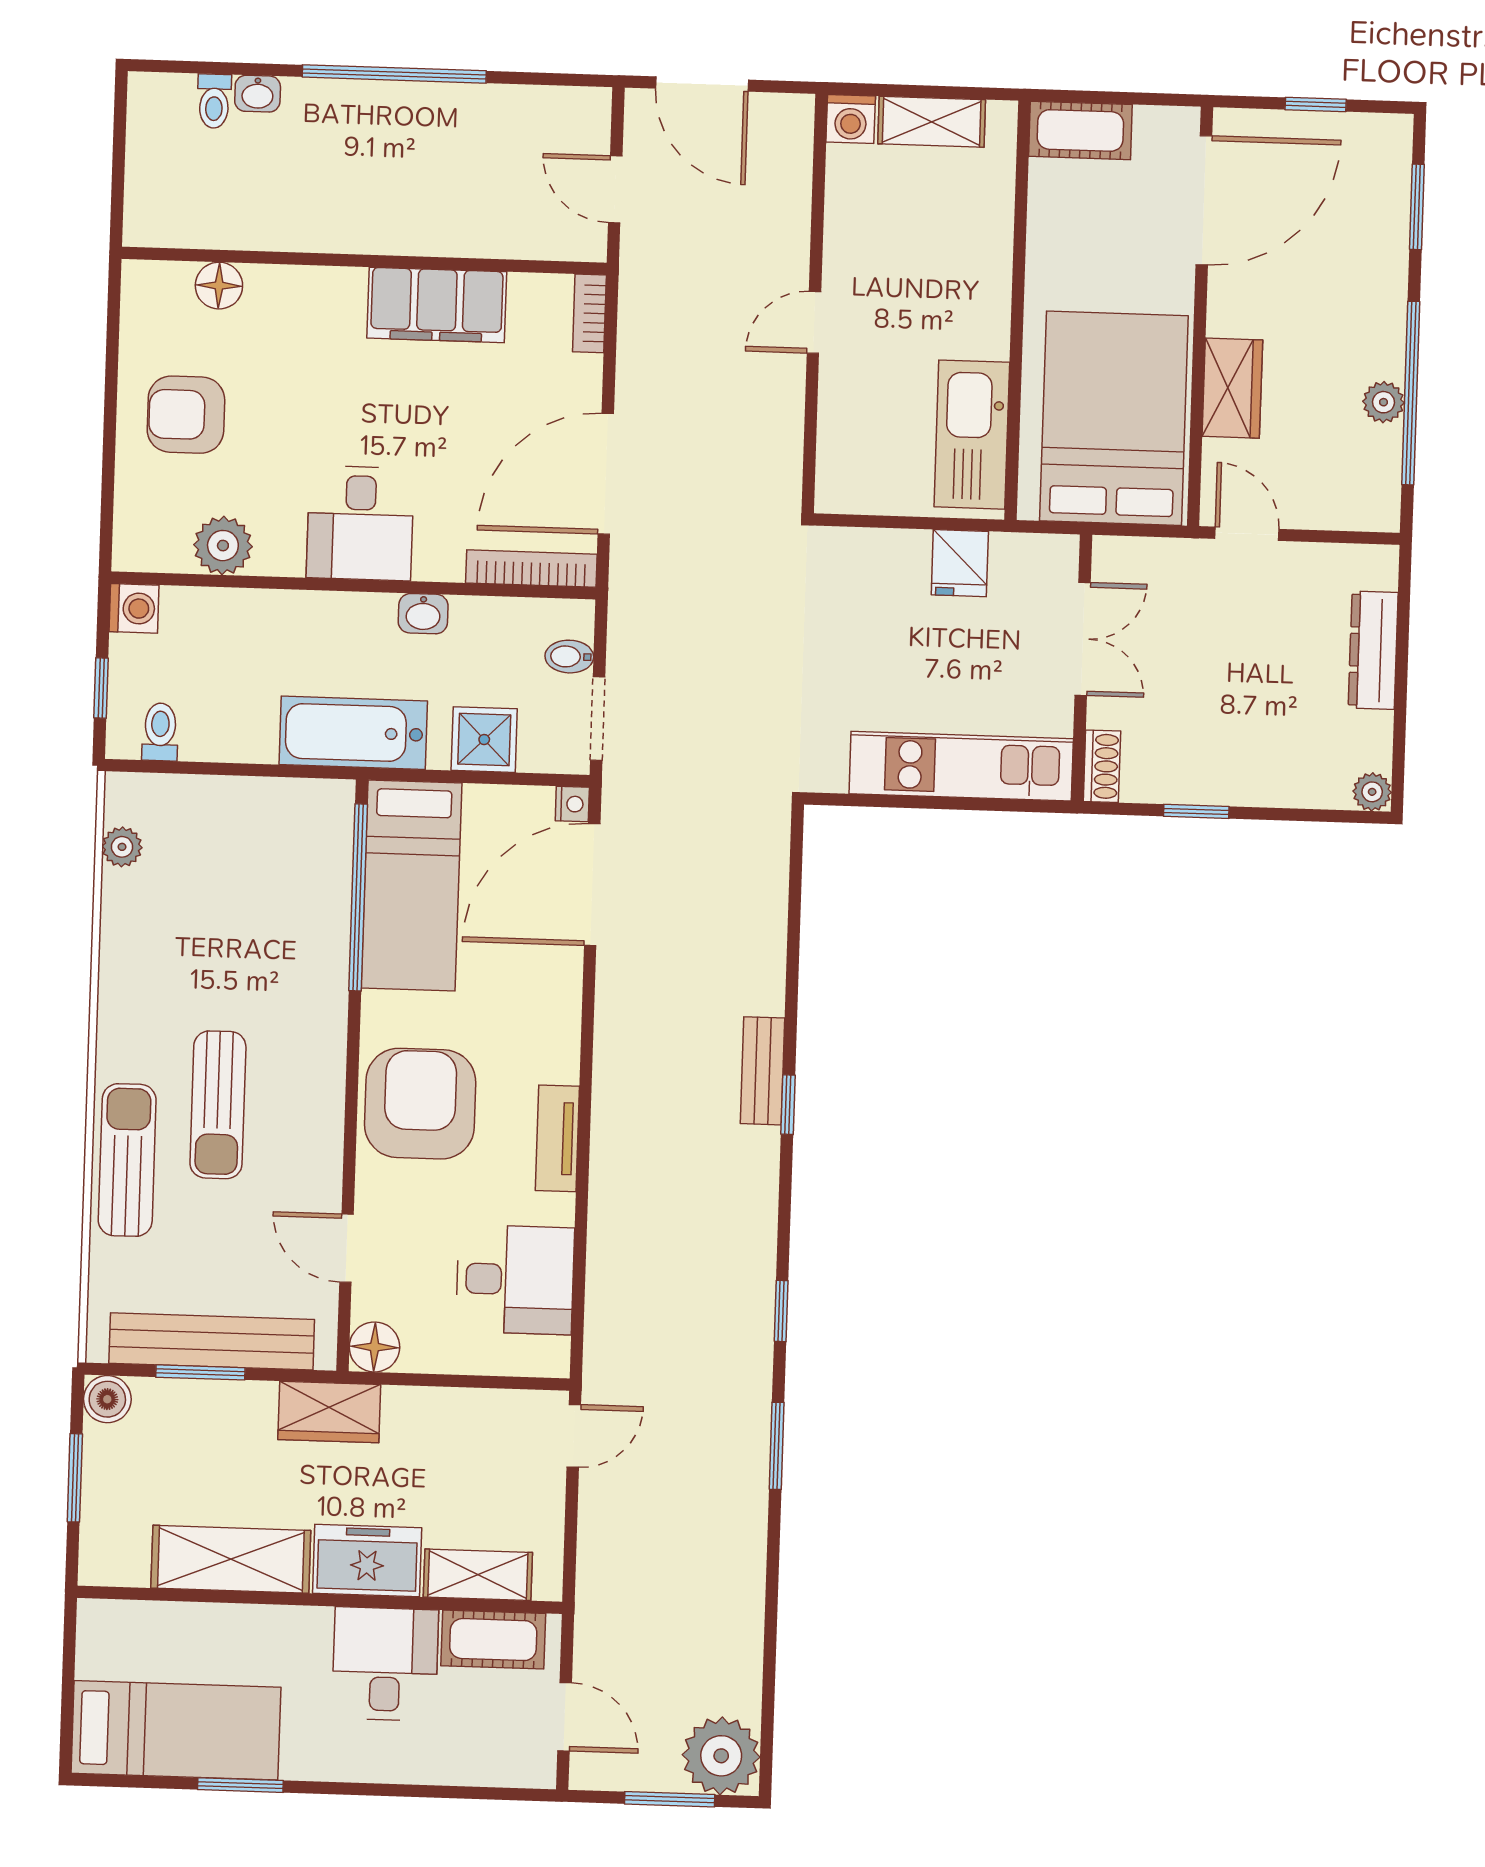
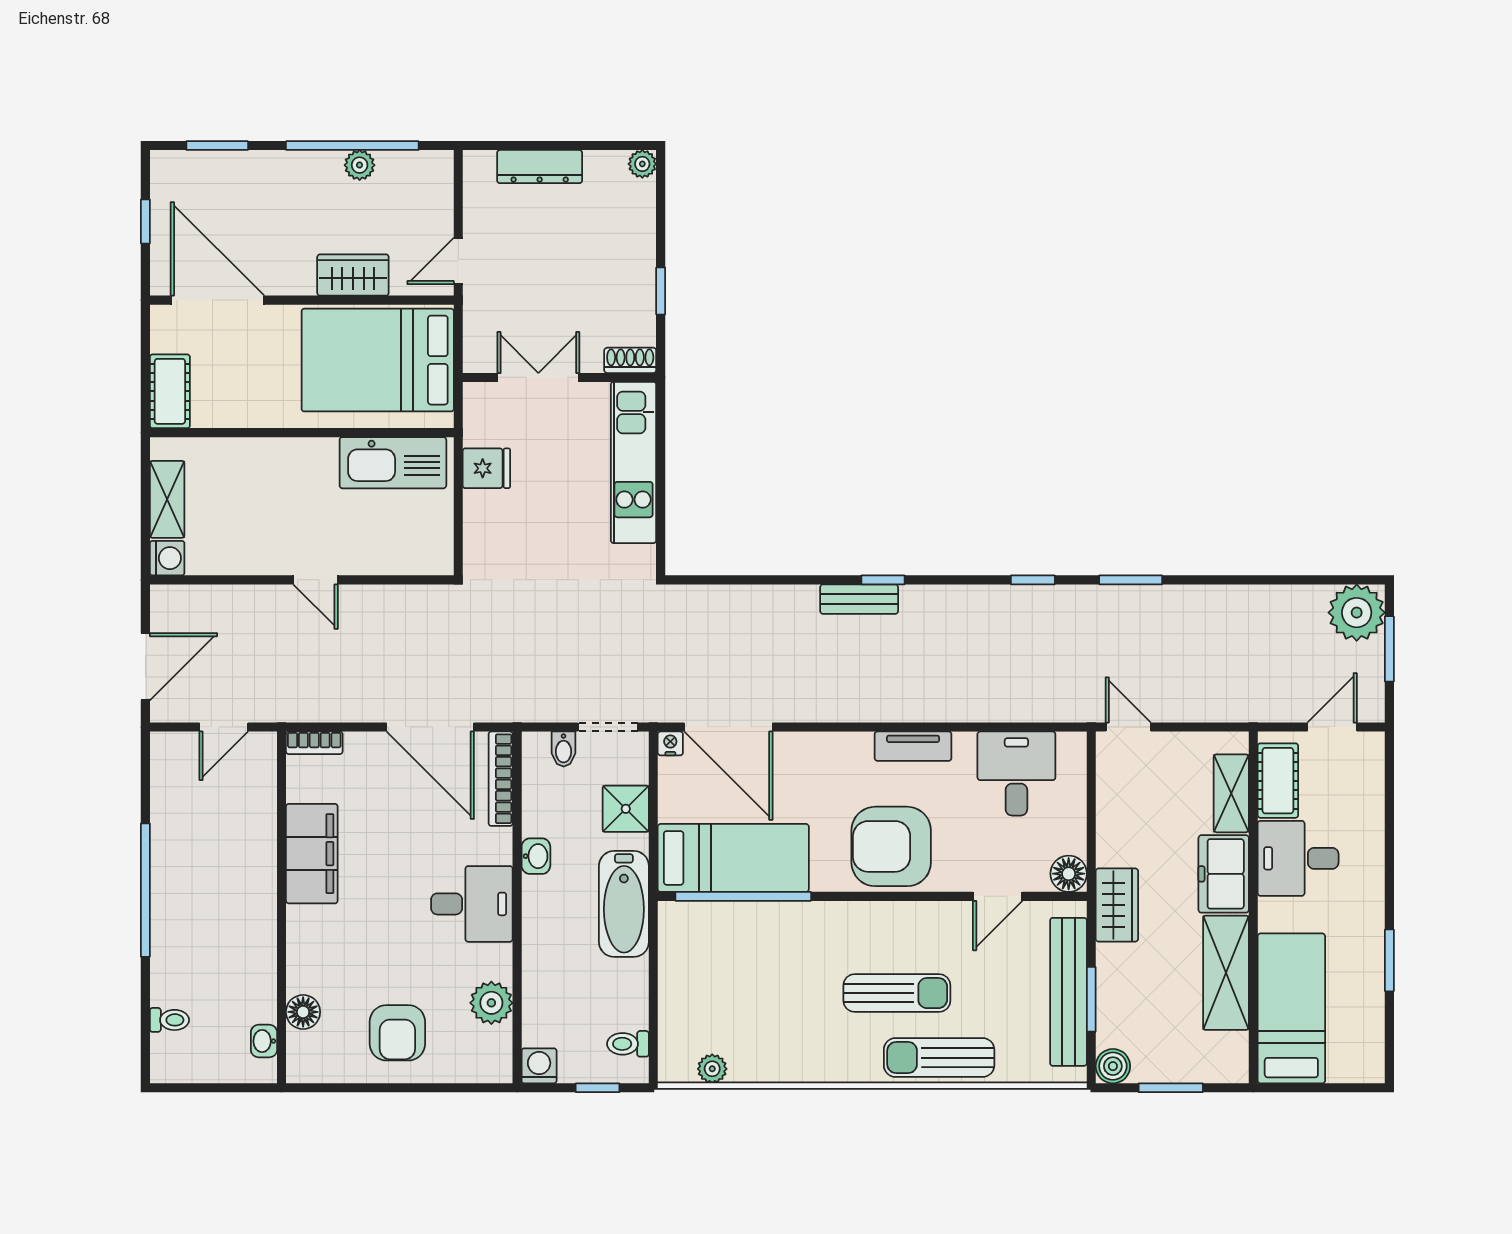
washbasin: (258, 94) -> (264, 1041), moved, turned 180
bed: (176, 1730) -> (1291, 1008), moved

